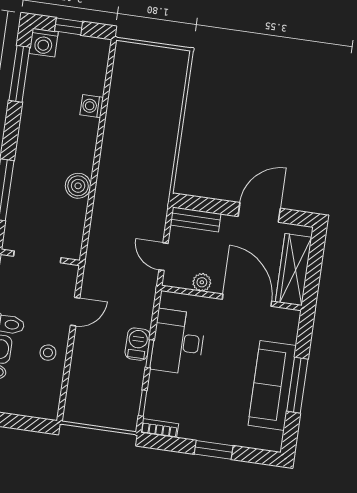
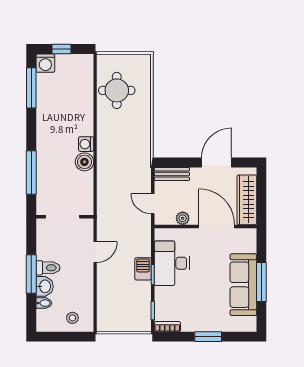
round table: (136, 94) -> (117, 90), added
washing machine: (92, 106) -> (86, 144), moved
stool: (48, 353) -> (72, 318), moved

